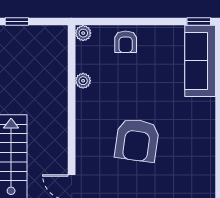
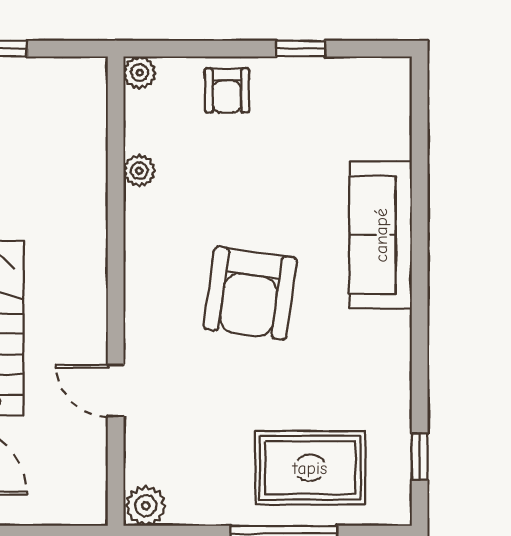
window: (199, 21) -> (301, 49), moved
sofa: (200, 61) -> (381, 235), moved

